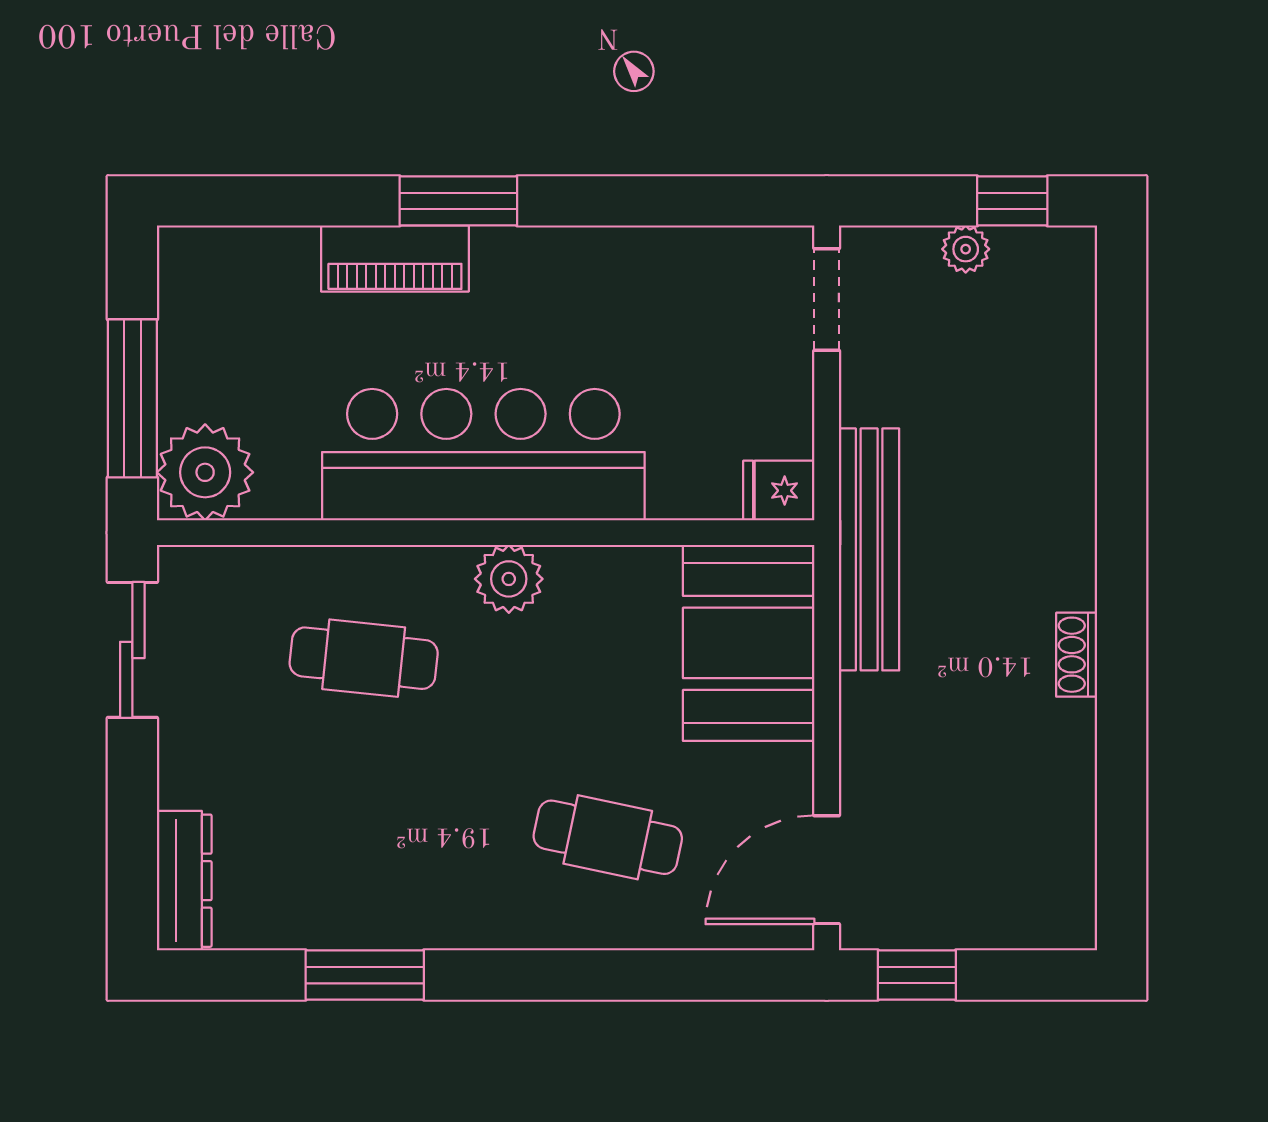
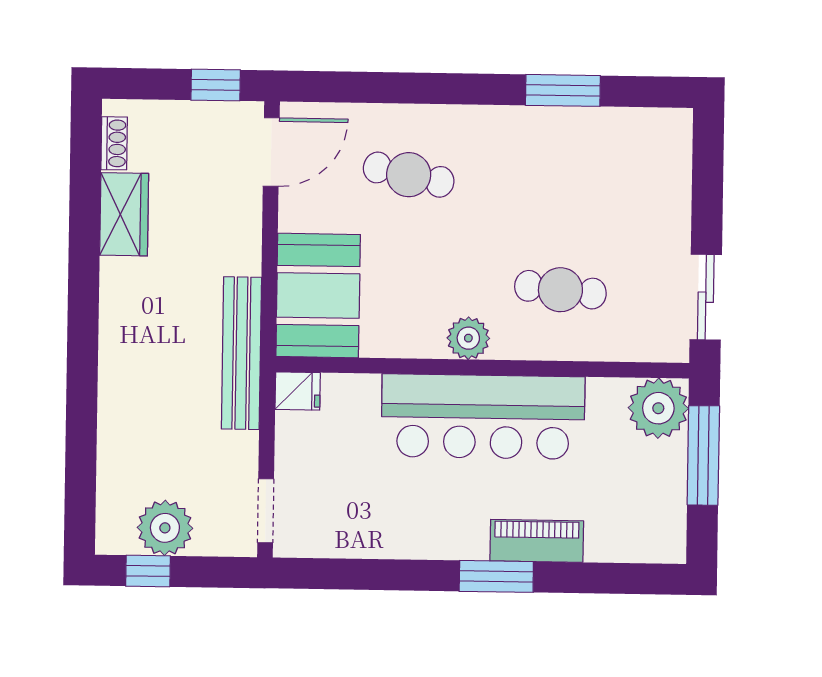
plant: (966, 249) -> (165, 528), width x1.88, depth x1.88
shoe rack: (1077, 655) -> (114, 143), moved
wardrobe: (1059, 767) -> (124, 214), added
dresser: (184, 881) -> (675, 152), removed

